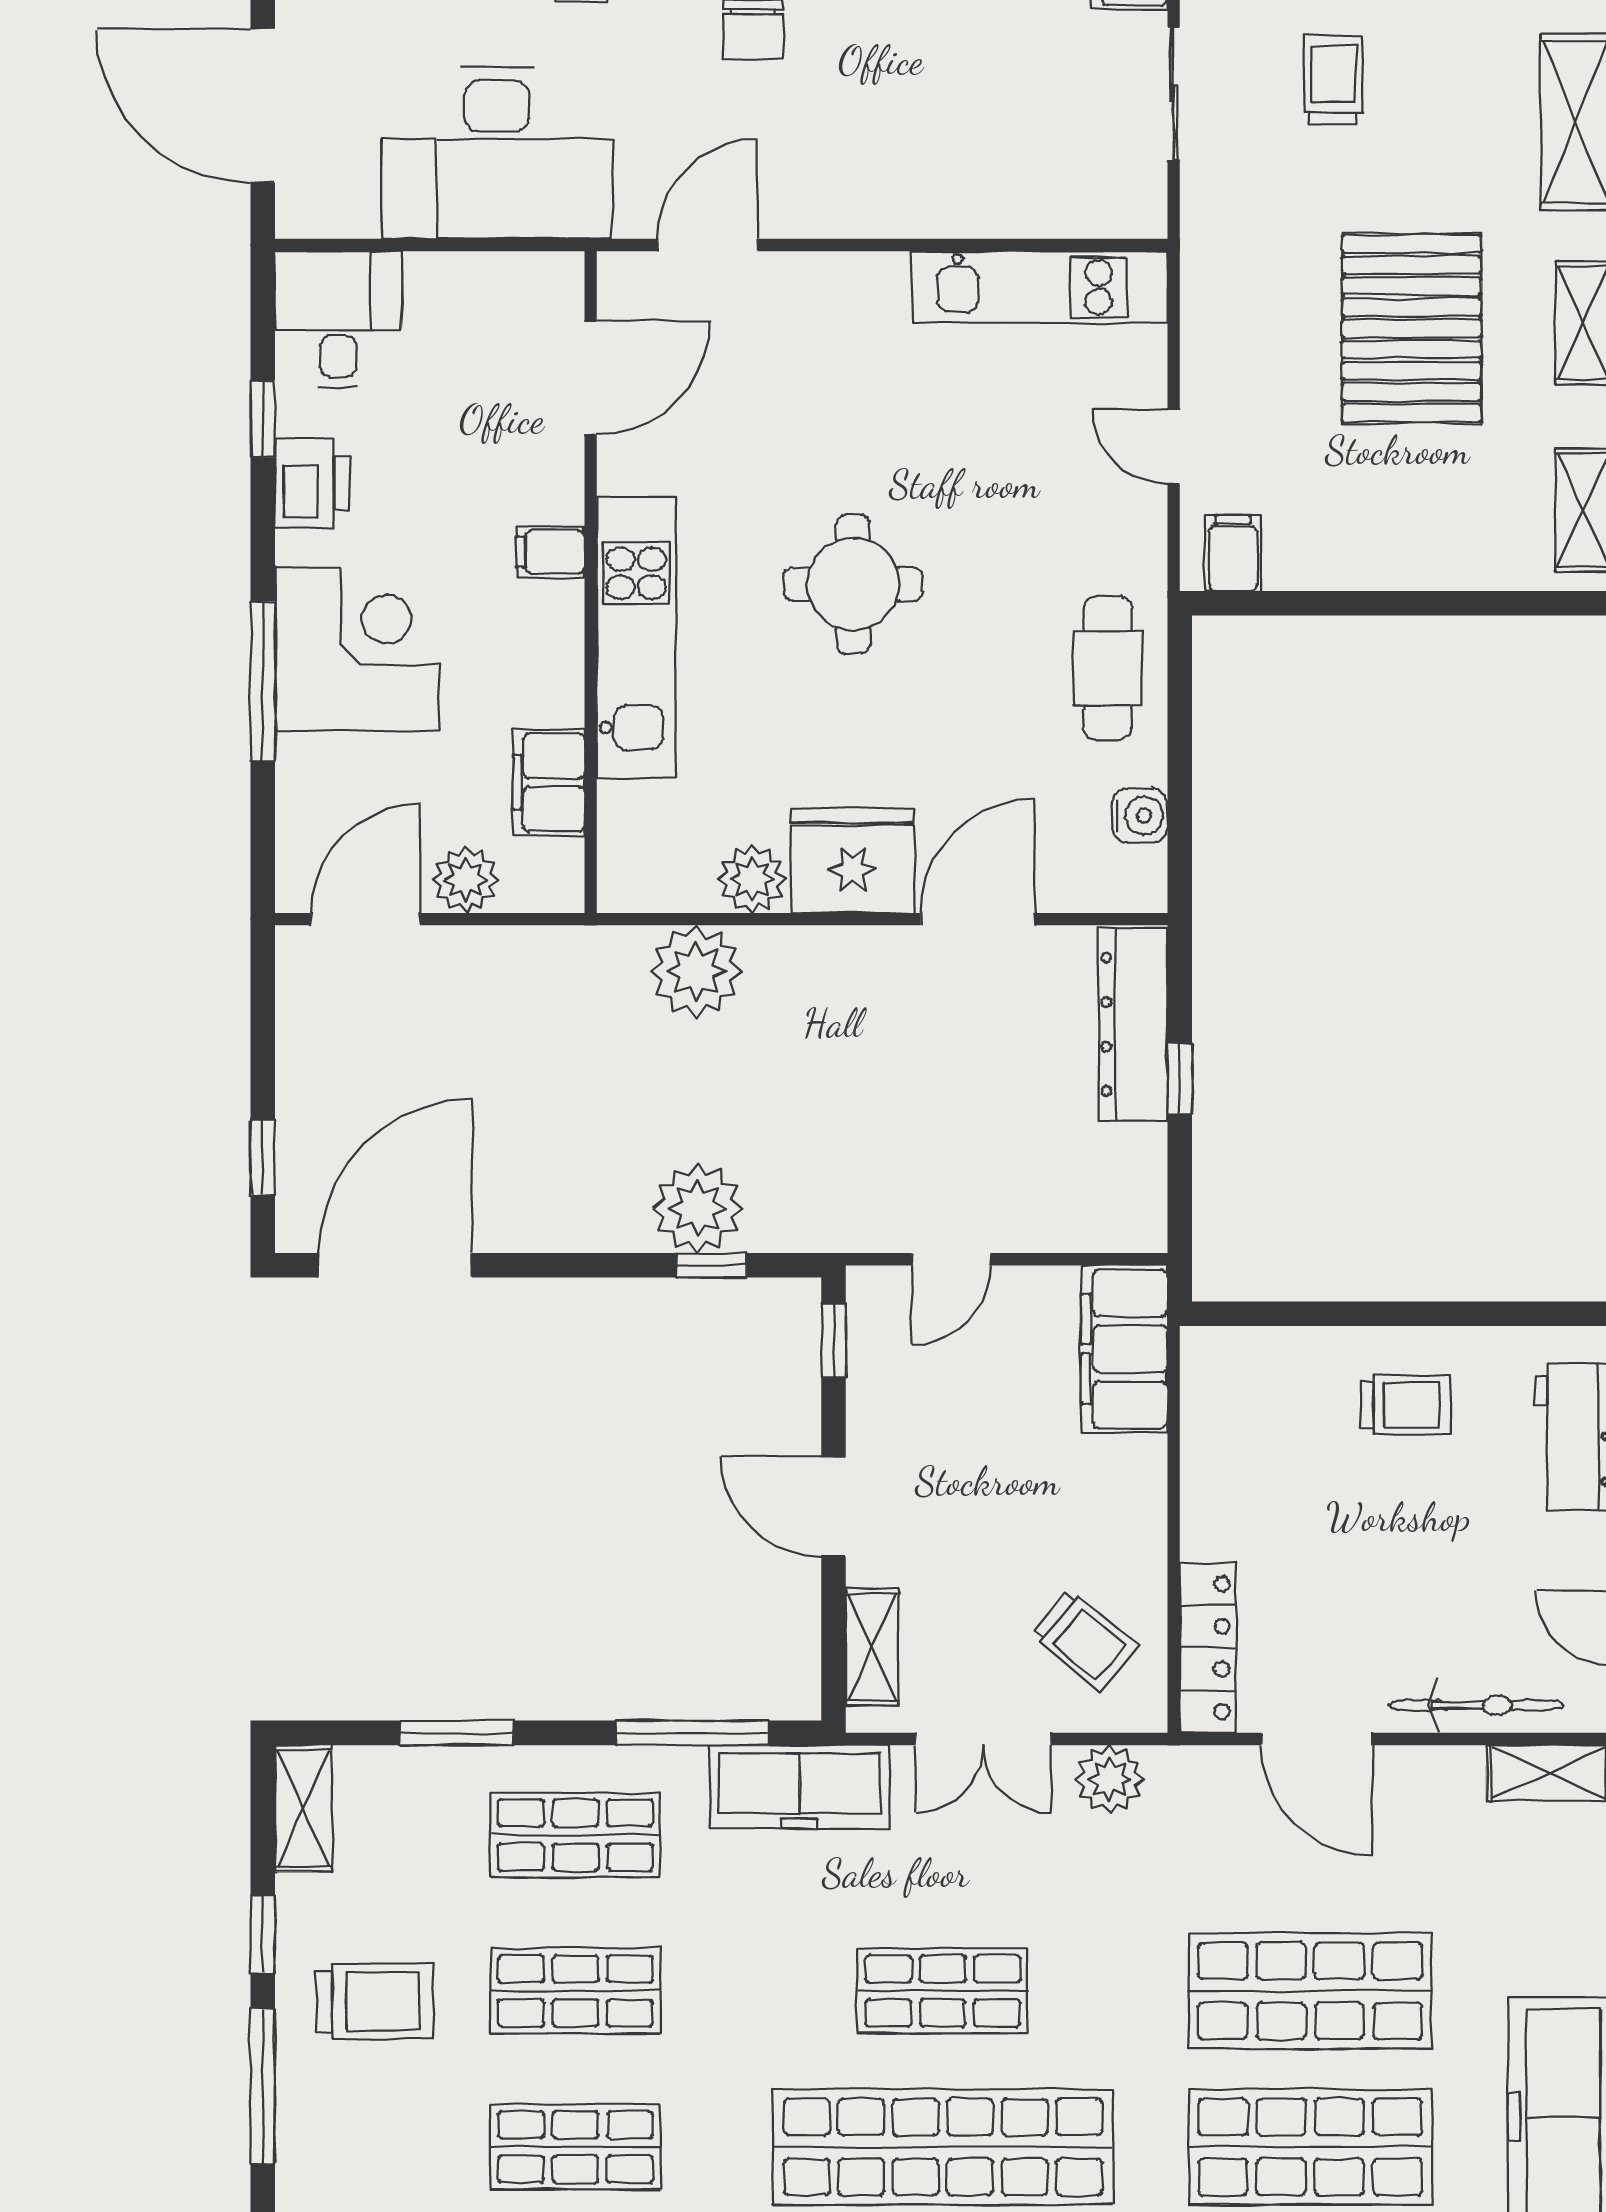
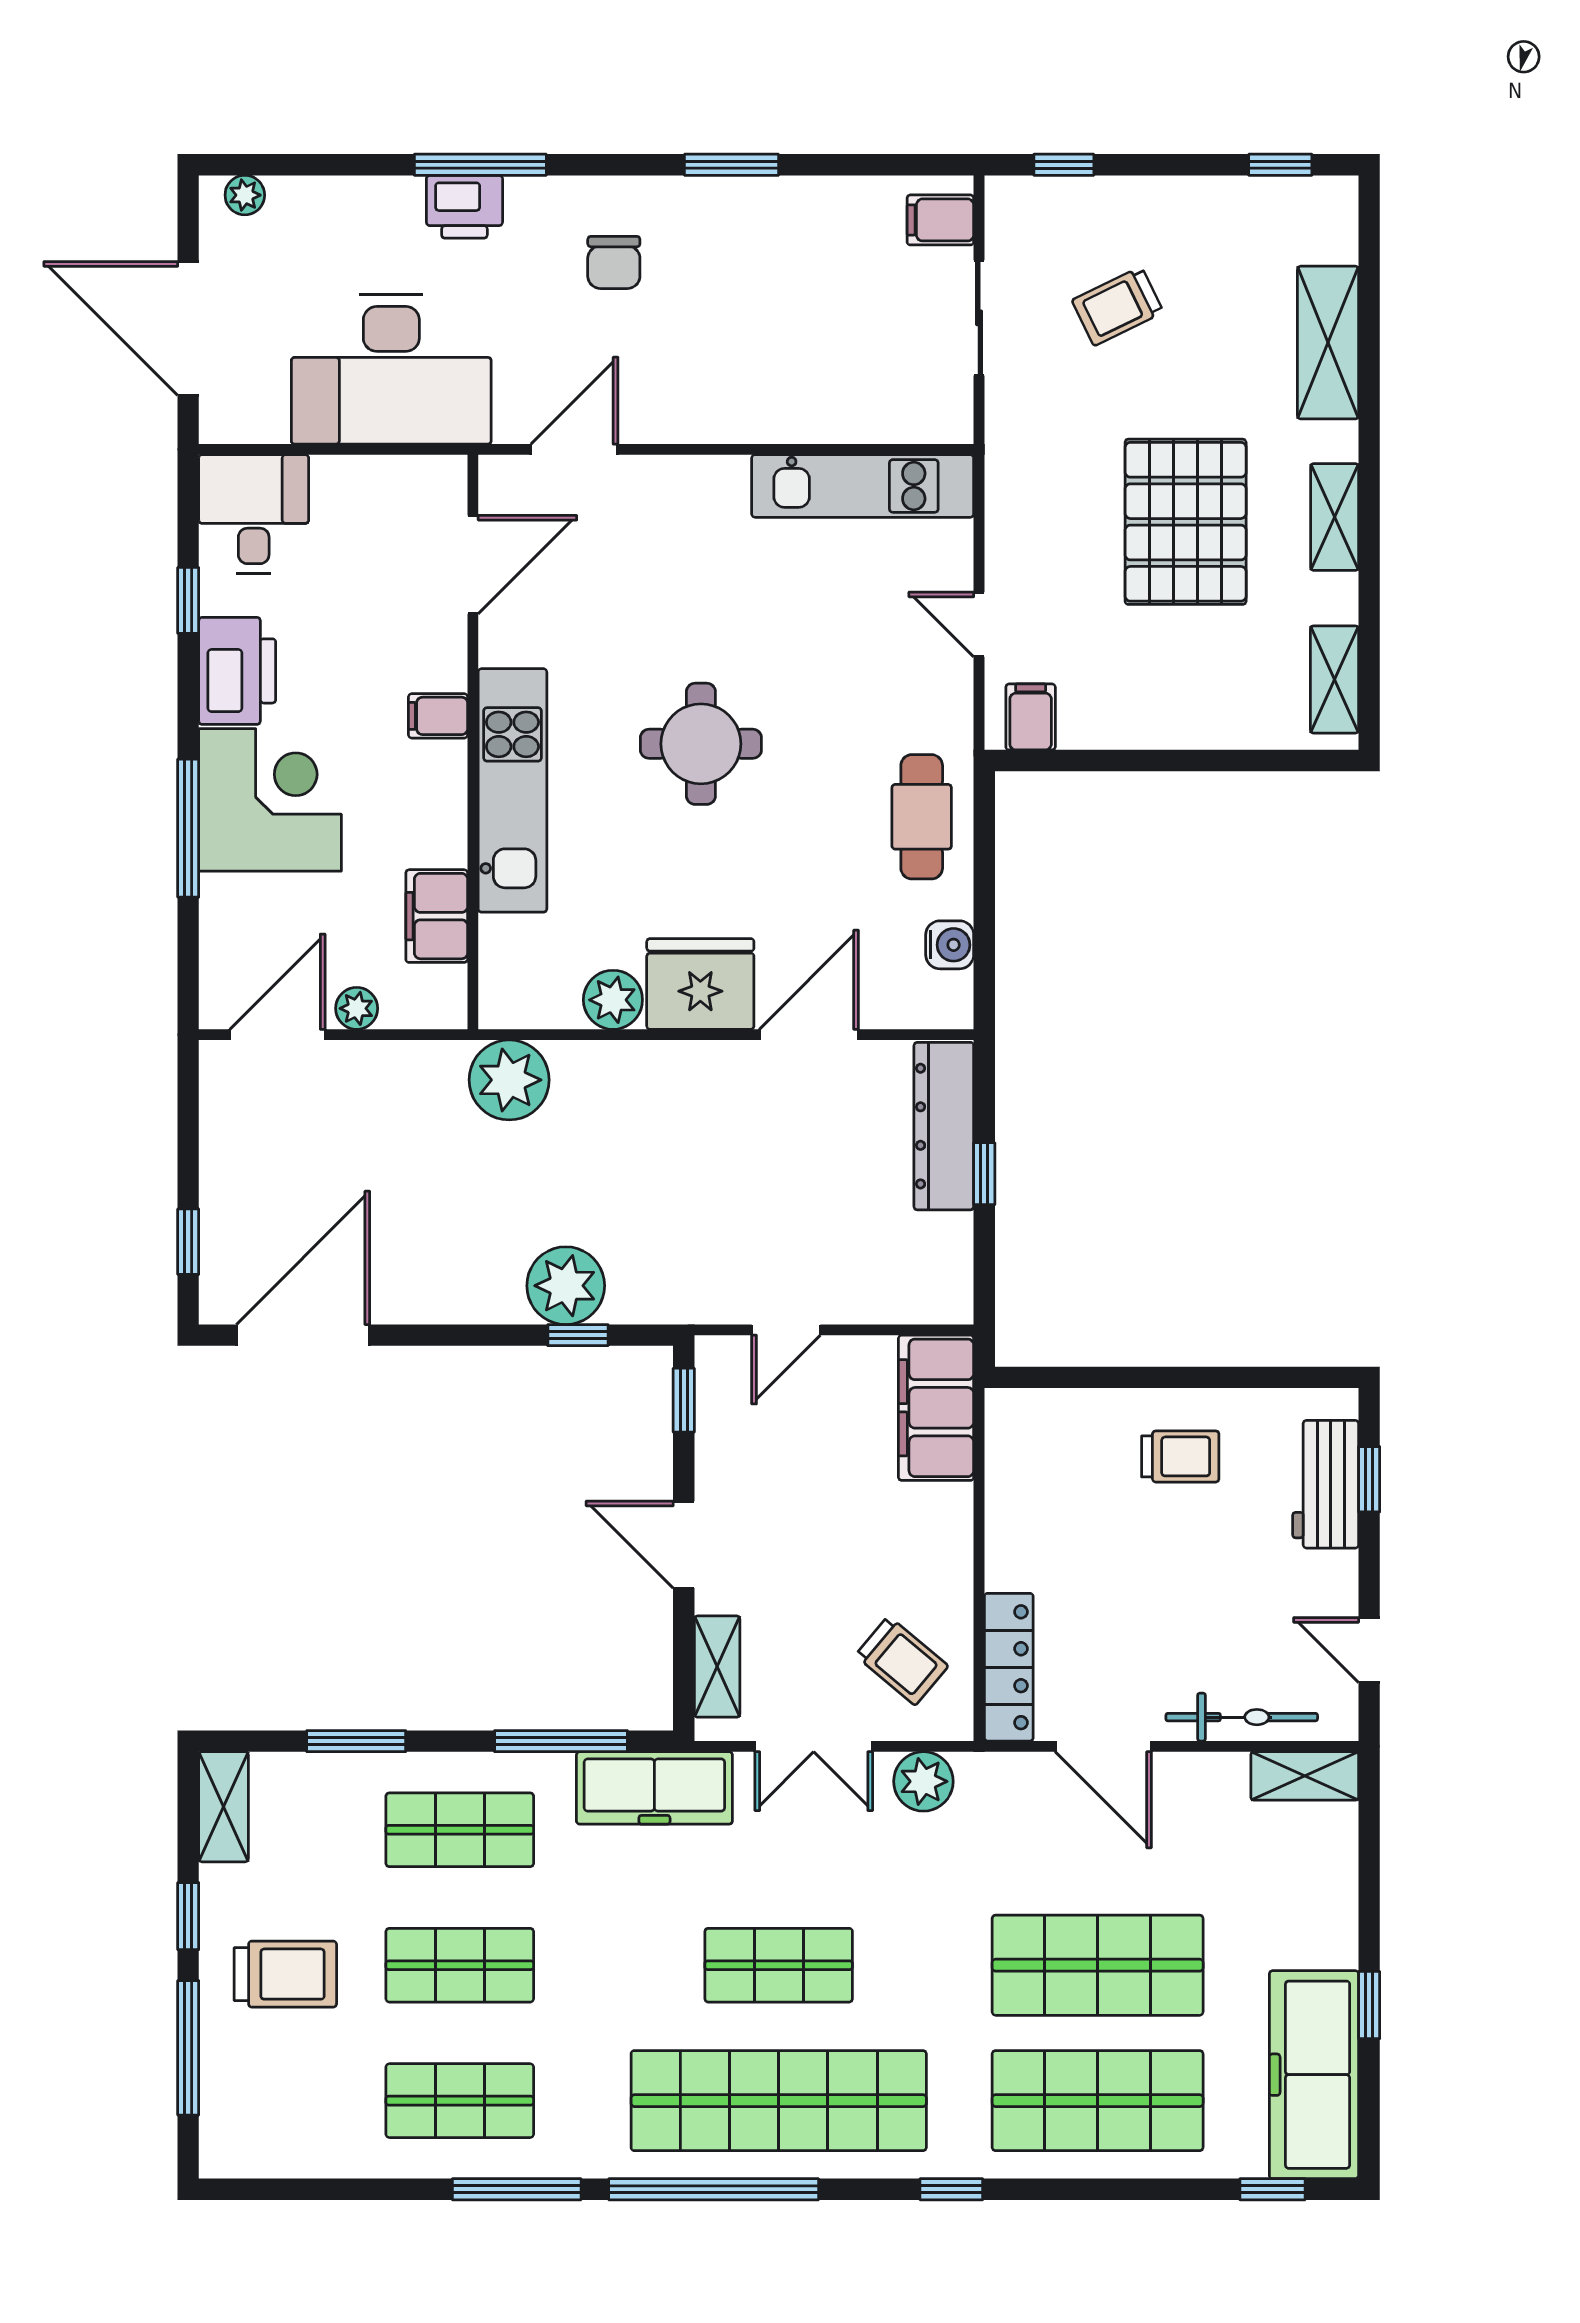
trolley: (1333, 80) -> (1118, 306), turned -116
printer: (312, 483) -> (237, 671), width x1.37, depth x1.19
plant: (466, 880) -> (357, 1008), width x0.73, depth x0.73
plant: (696, 971) -> (509, 1080), moved

